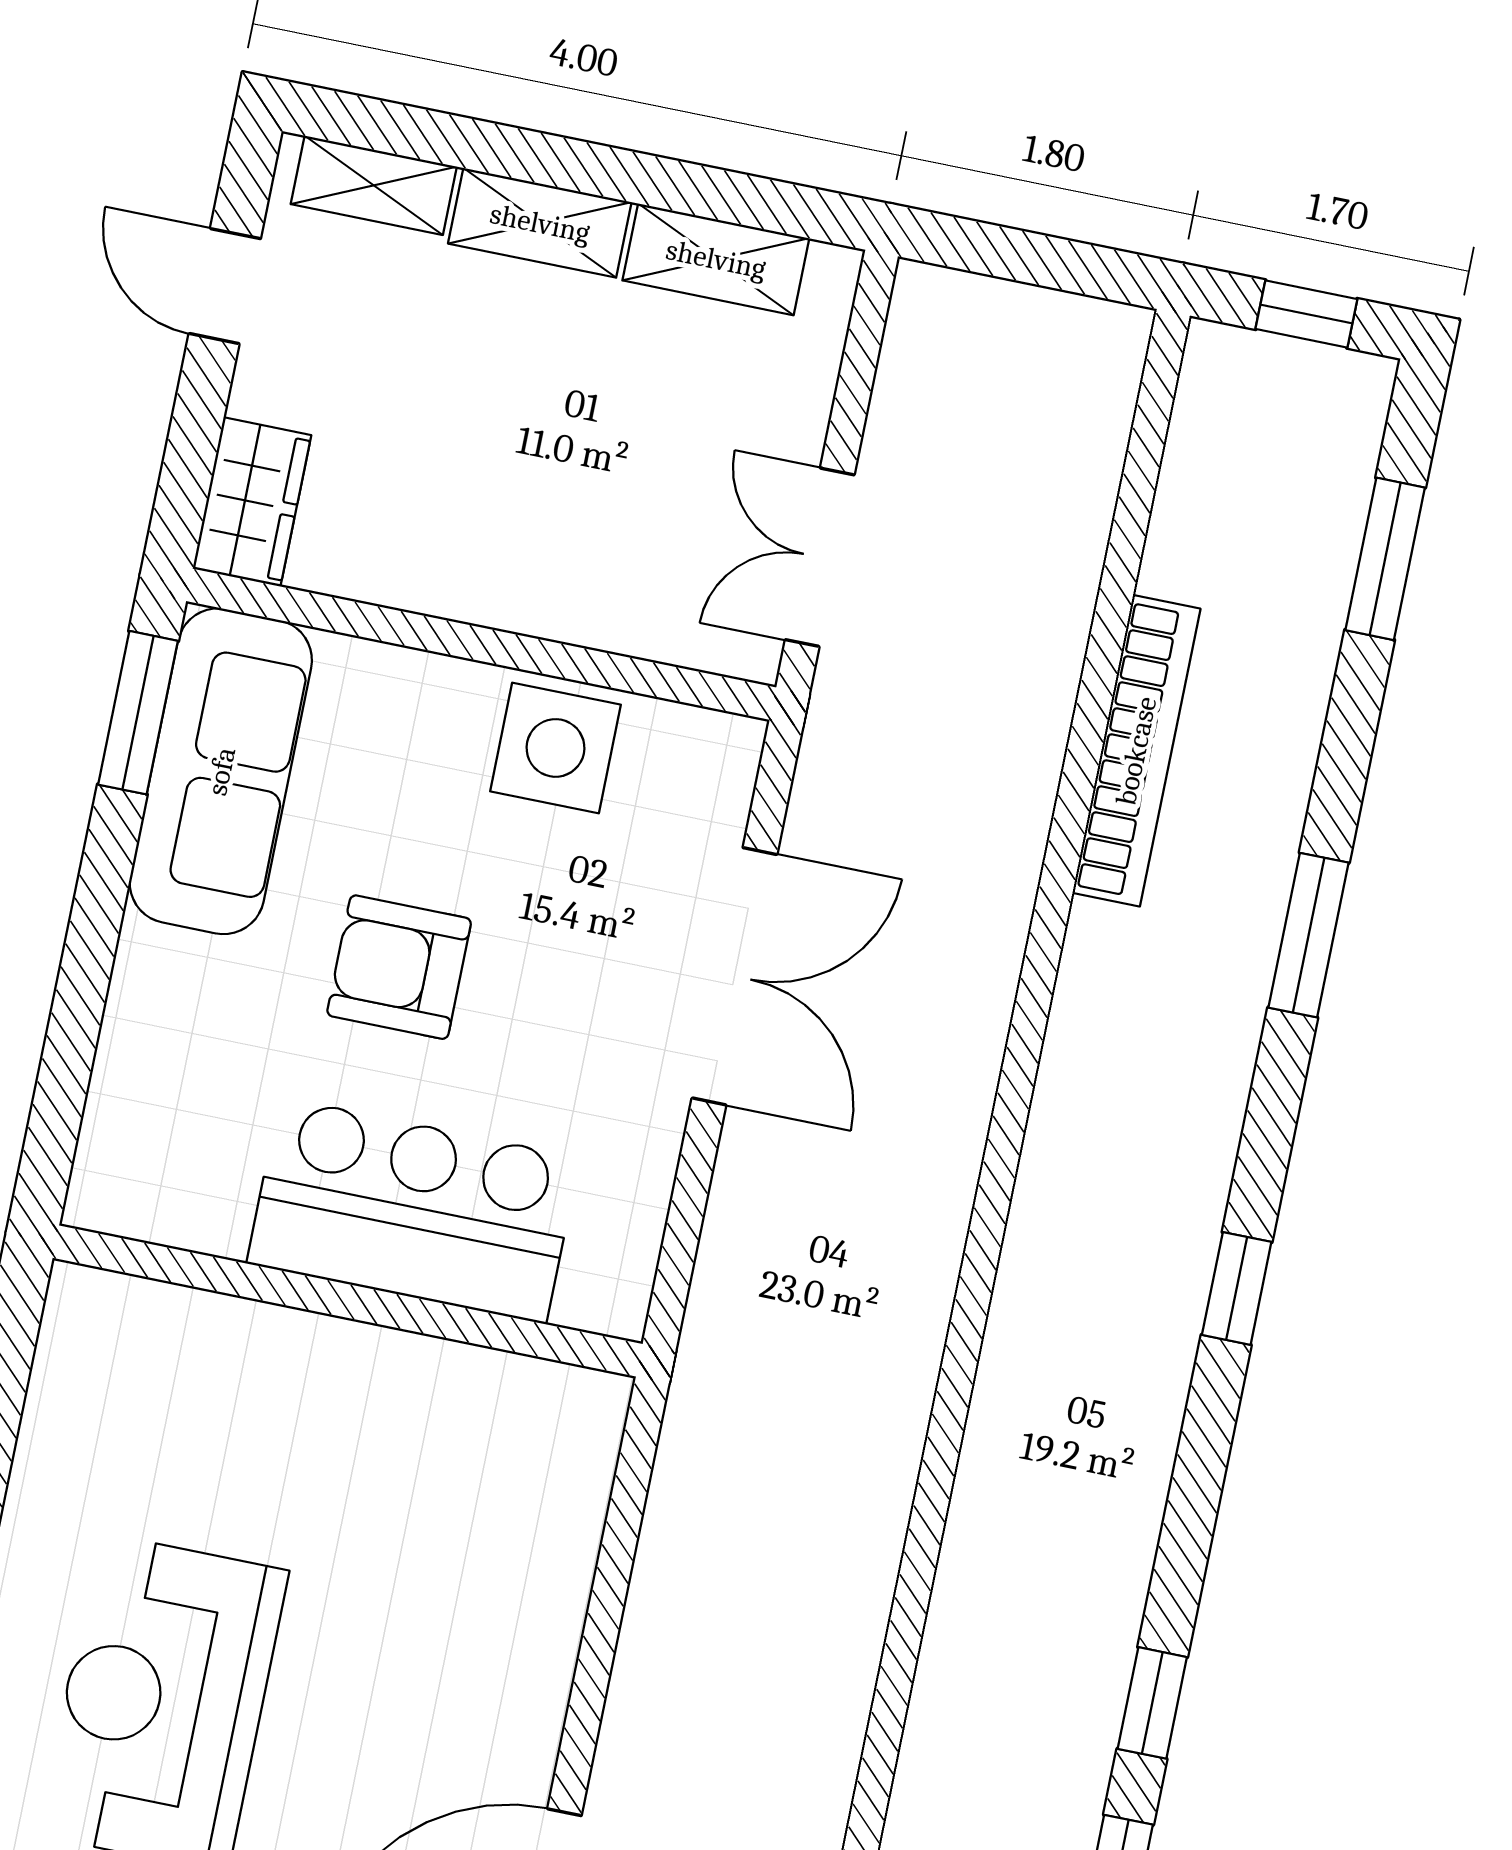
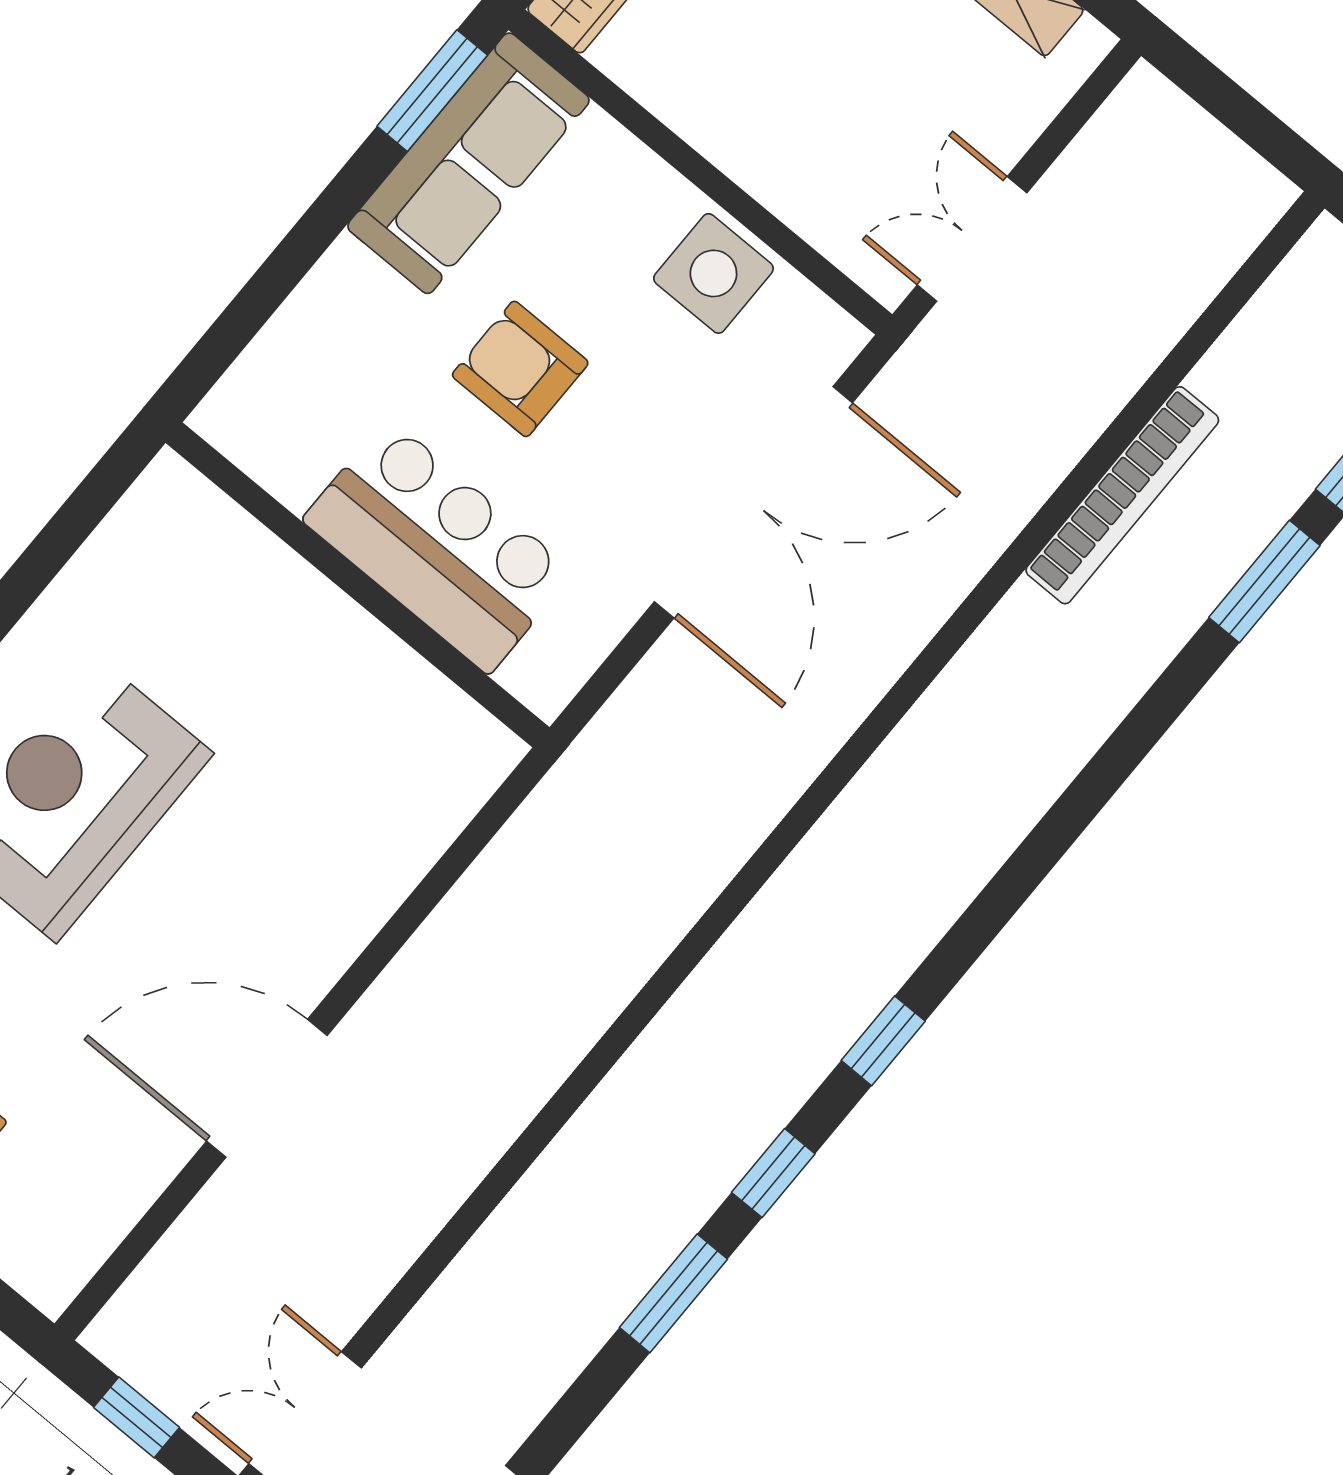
window: (1309, 935) -> (1264, 582), moved
double door: (734, 976) -> (753, 502), width x1.36
window: (1237, 1288) -> (883, 1041), moved

